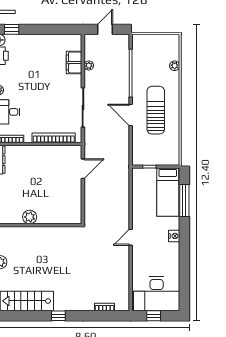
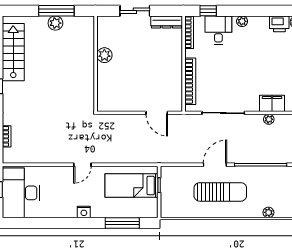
bed: (168, 192) -> (131, 186), moved
door: (131, 237) -> (82, 165), swing flipped

